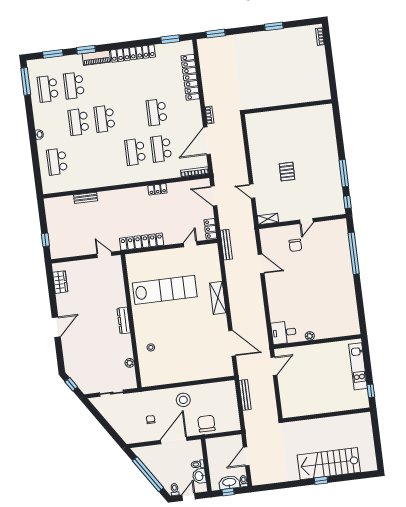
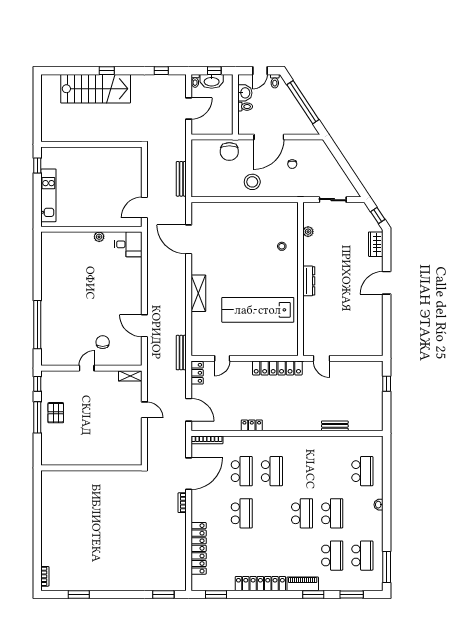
window: (274, 26) -> (79, 594), moved
wall: (288, 107) -> (91, 468), moved
pallet: (287, 172) -> (56, 413), moved
wardrobe: (60, 282) -> (376, 244), moved
window: (274, 486) -> (161, 71), added

